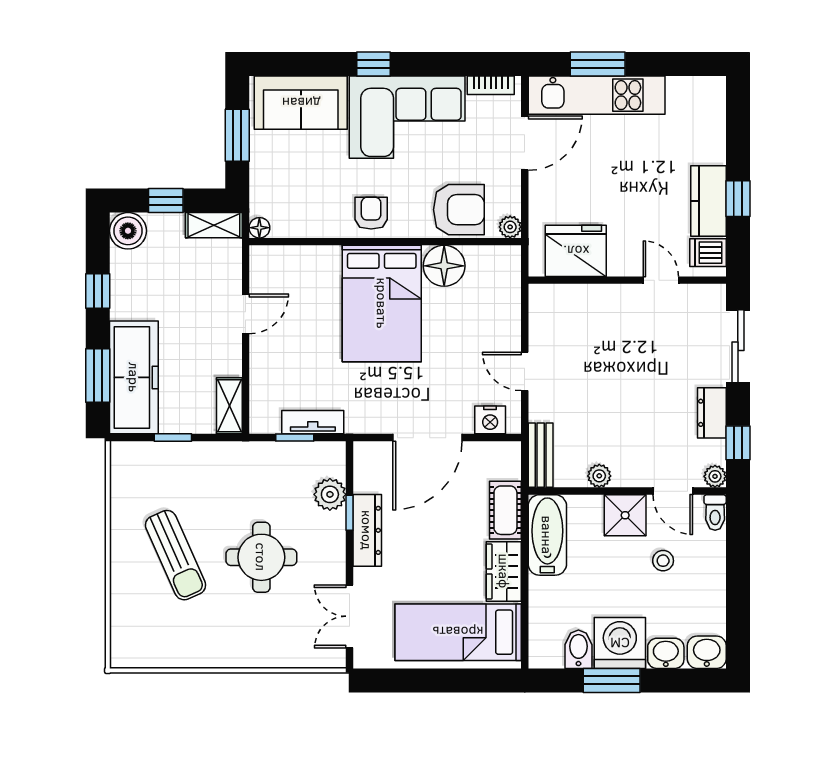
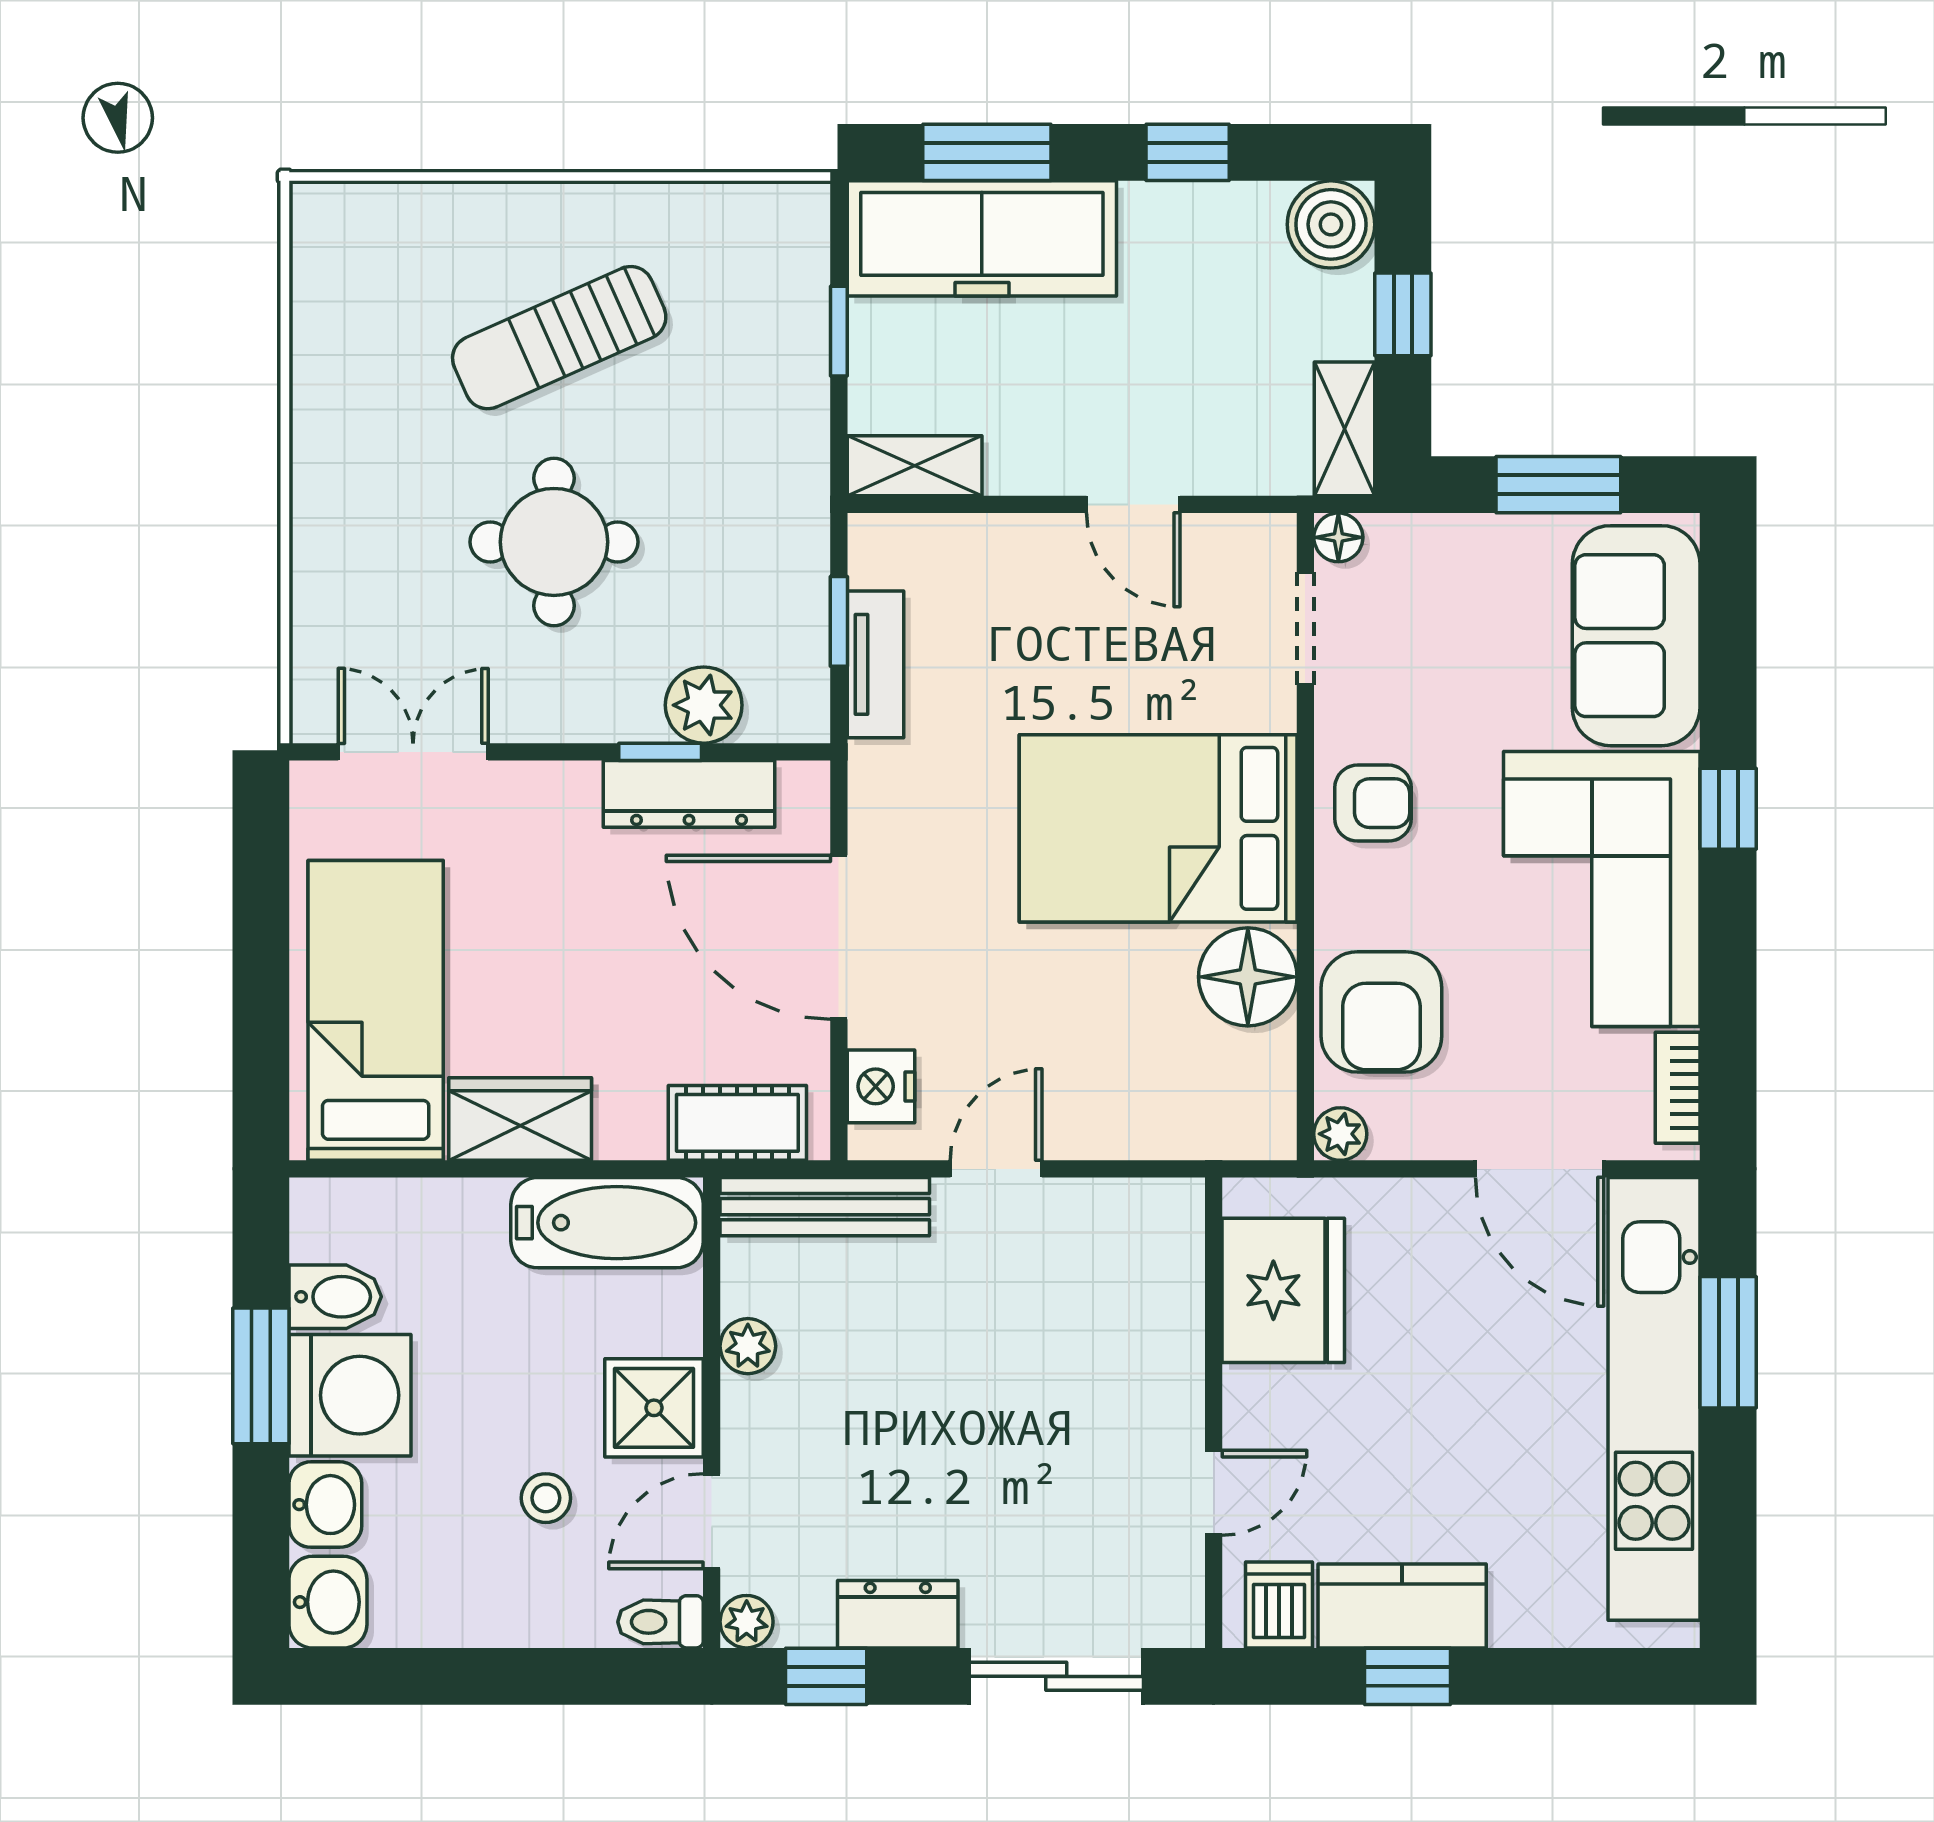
kitchen unit: (597, 95) -> (1654, 1399), width x1.36
doorway: (298, 242) -> (1305, 629), added
bench: (541, 455) -> (825, 1207), width x1.36
cot: (505, 510) -> (737, 1123), moved
dresser: (367, 530) -> (689, 794), moved

